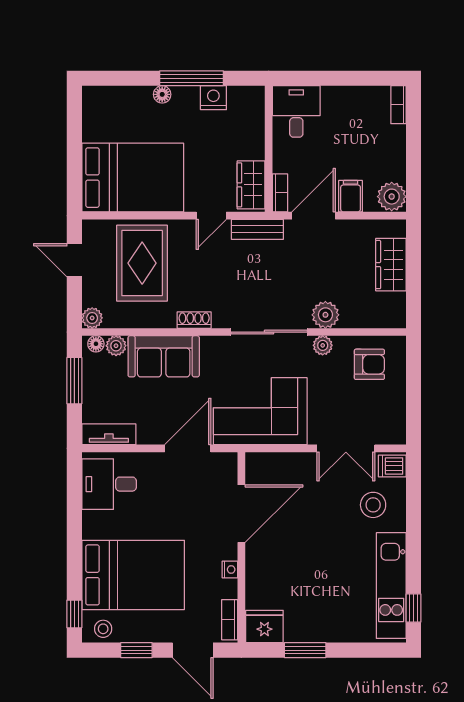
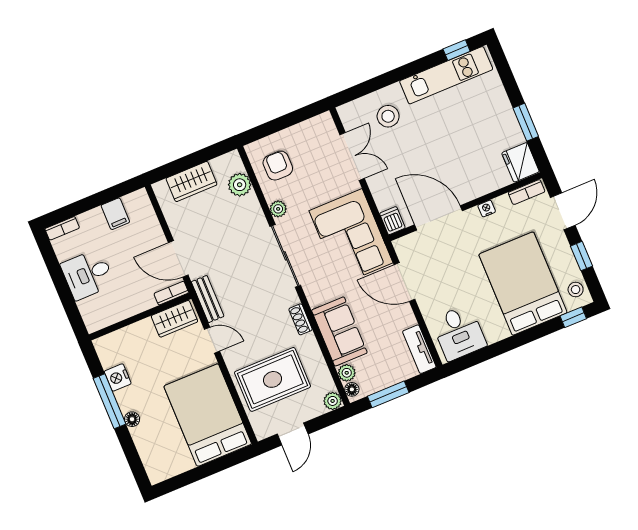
desk: (296, 111) -> (88, 274), moved
filing cabinet: (351, 196) -> (115, 214), moved, turned -90
plant: (392, 197) -> (137, 203), removed
plant: (325, 315) -> (240, 185), moved
dishwasher: (392, 466) -> (392, 221), moved, turned 180

